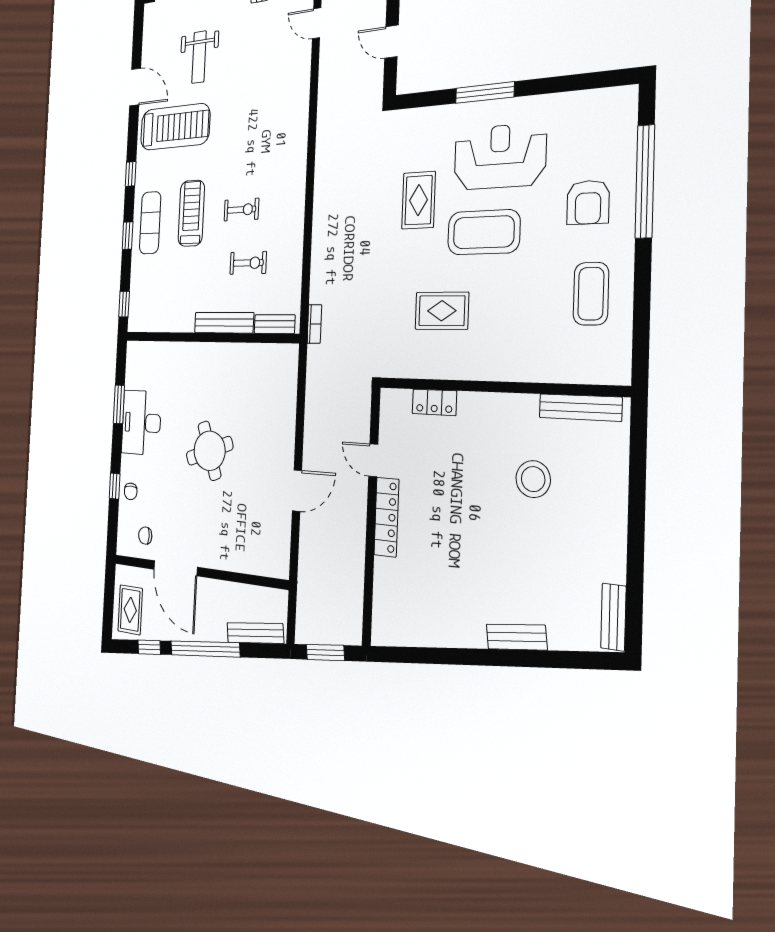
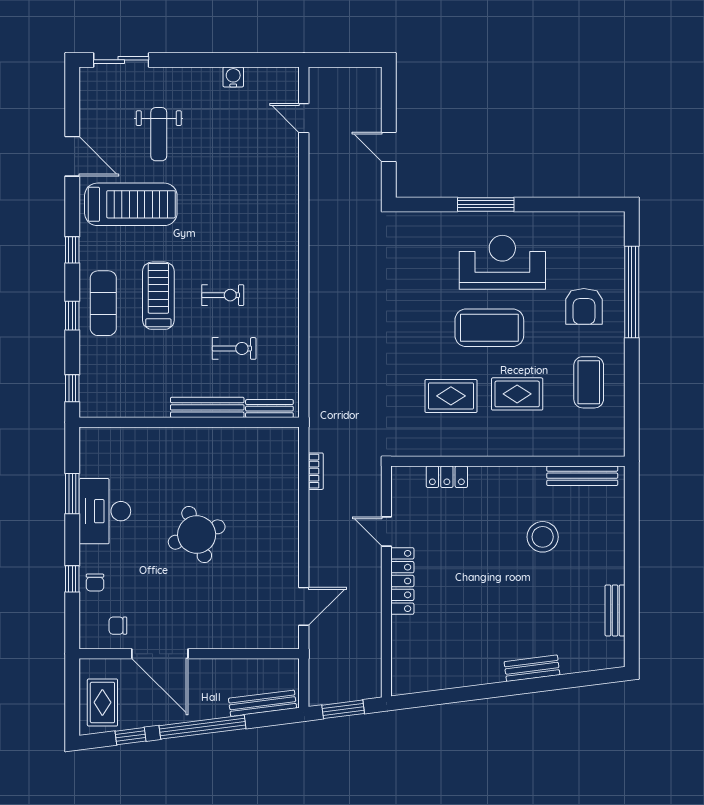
rug: (418, 200) -> (517, 394), moved, turned 90
bookcase: (314, 324) -> (316, 471), moved
door: (297, 491) -> (304, 606), moved
bench: (613, 617) -> (615, 610), moved

